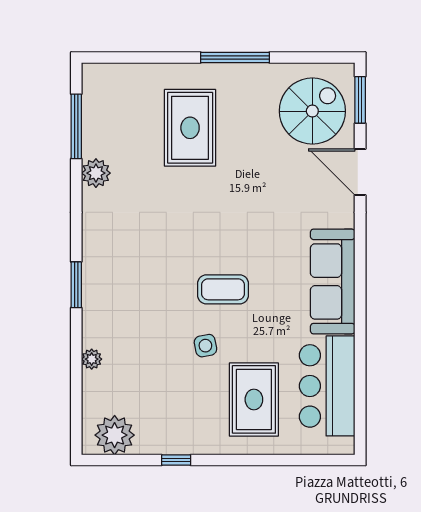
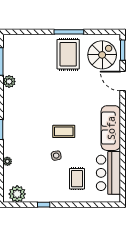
rug: (190, 128) -> (68, 54), moved
rug: (254, 399) -> (77, 179), width x0.73, depth x0.70

